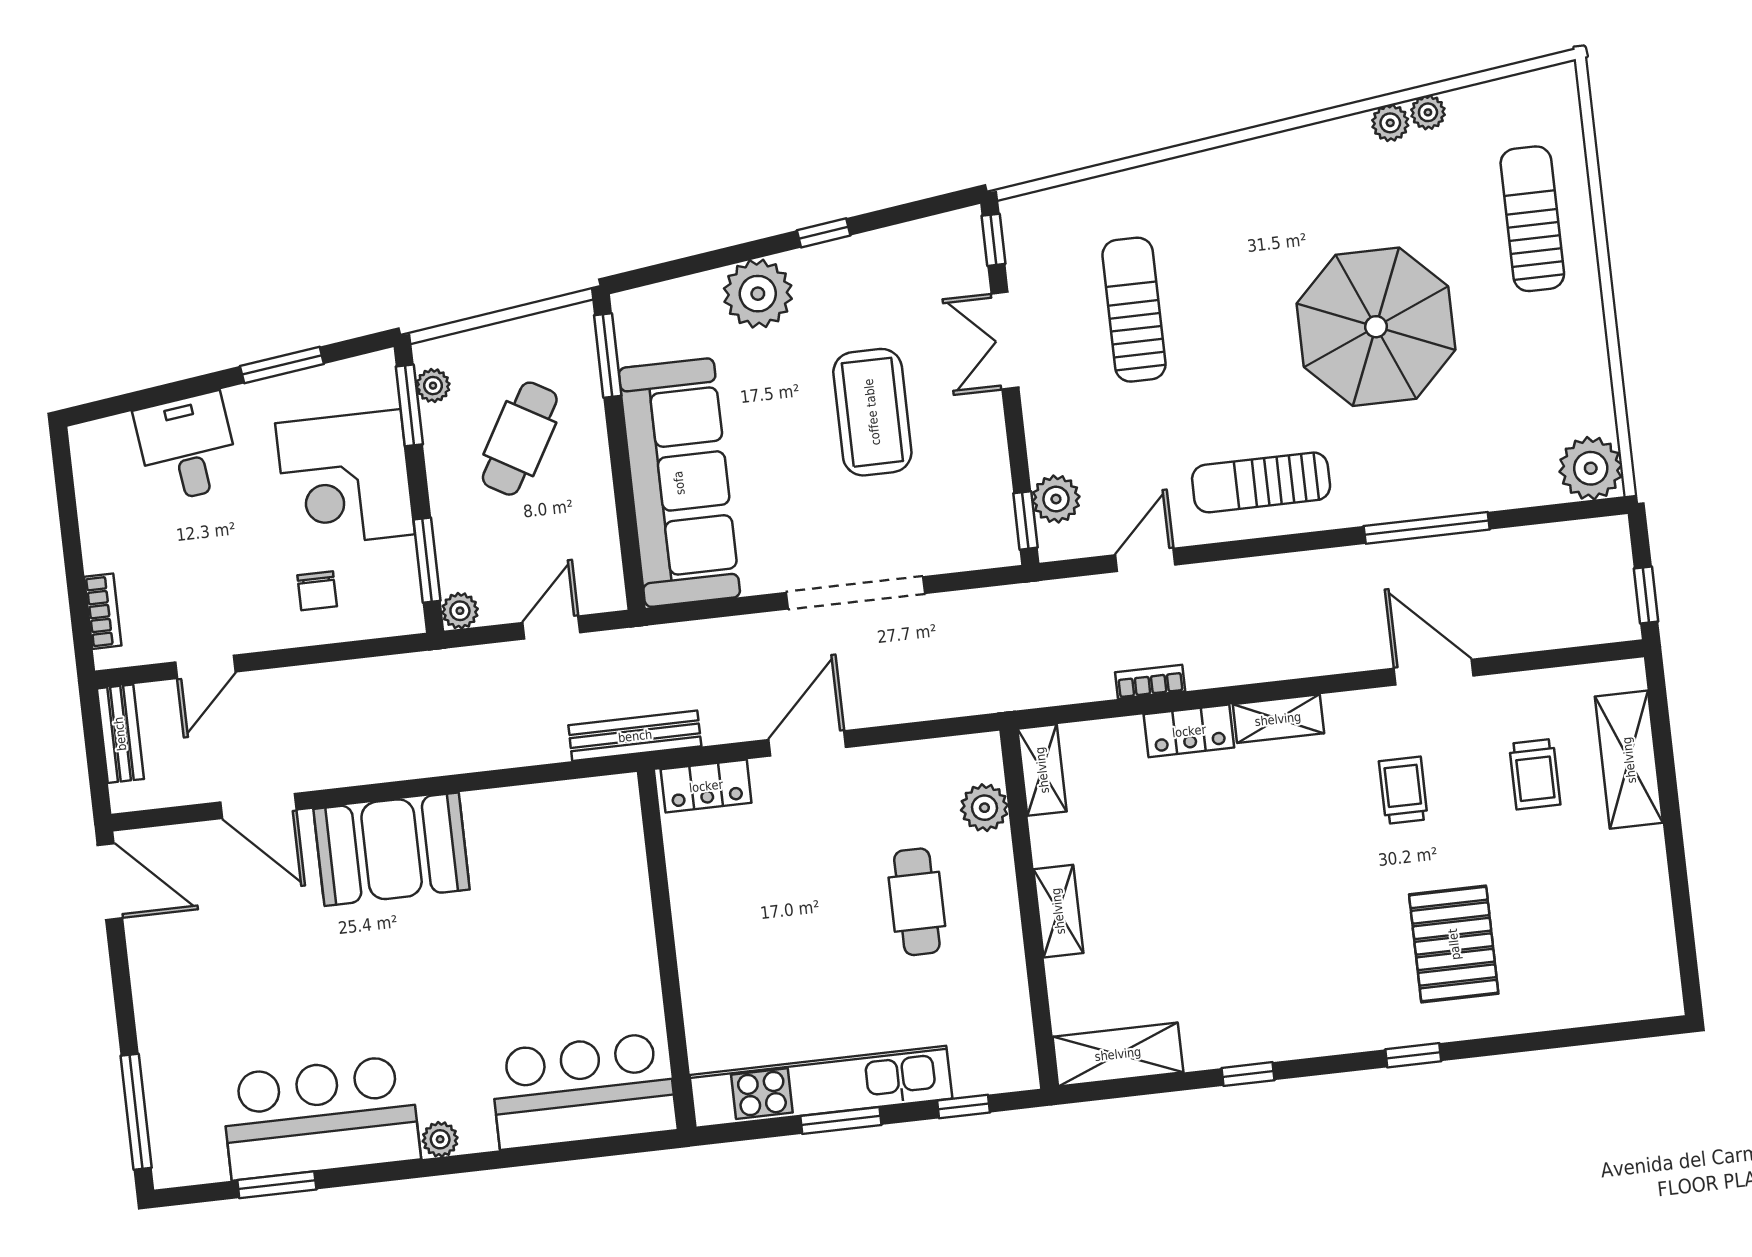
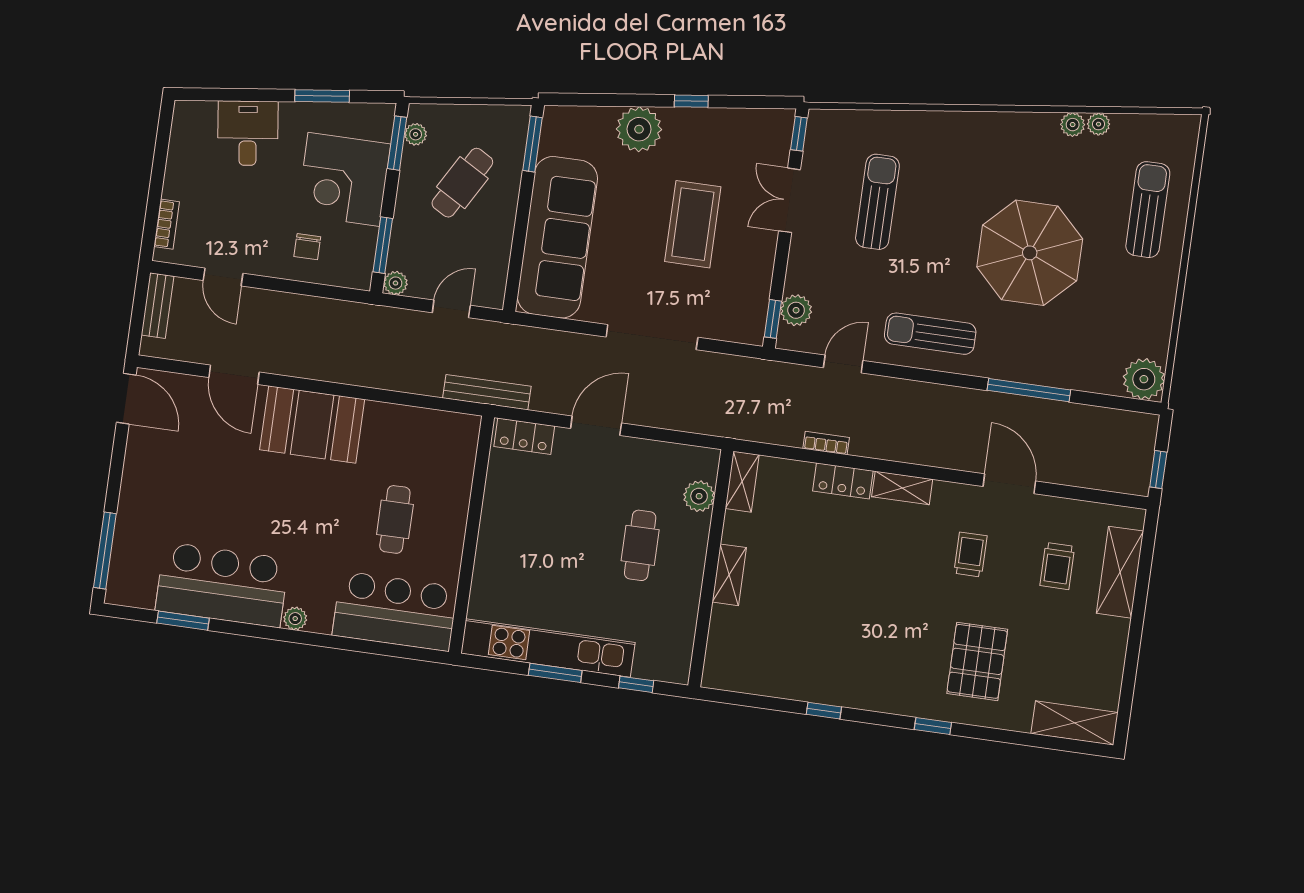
door: (205, 667) -> (223, 277), hinge flipped
cafe table: (549, 957) -> (395, 519), added
shelving: (1118, 1054) -> (1075, 723), moved

